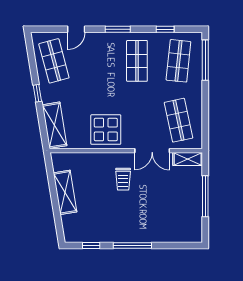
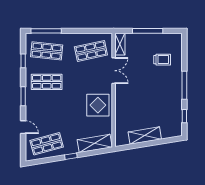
trolley: (123, 179) -> (162, 60), moved

